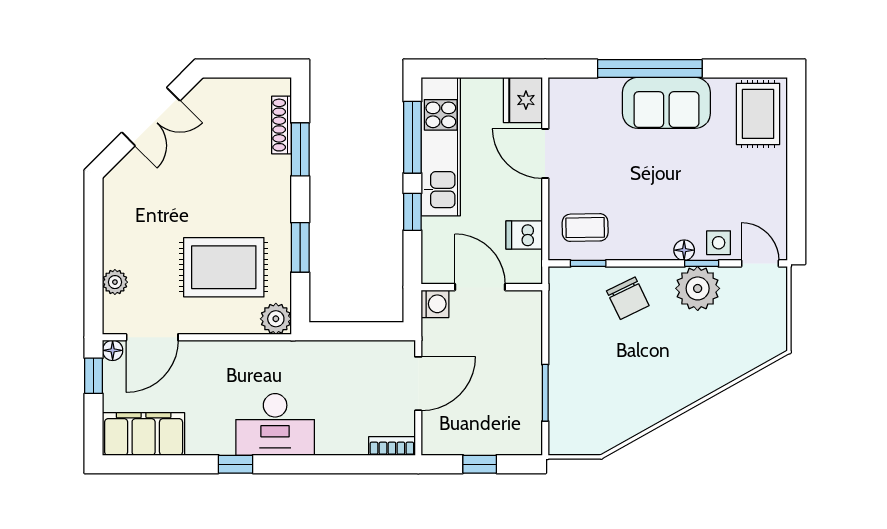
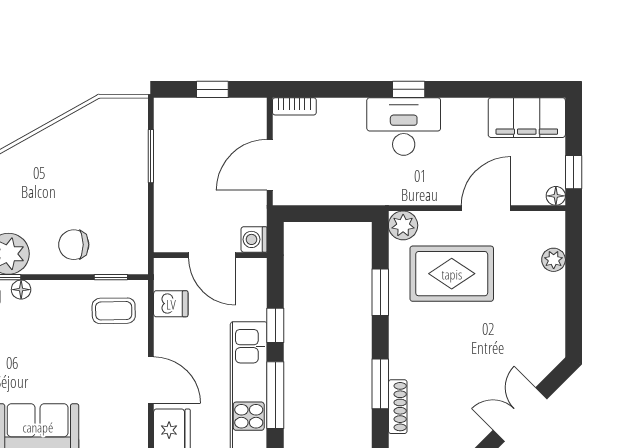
chair: (628, 298) -> (74, 245), turned -64
door: (152, 337) -> (486, 208), moved
window: (236, 464) -> (409, 89), moved

